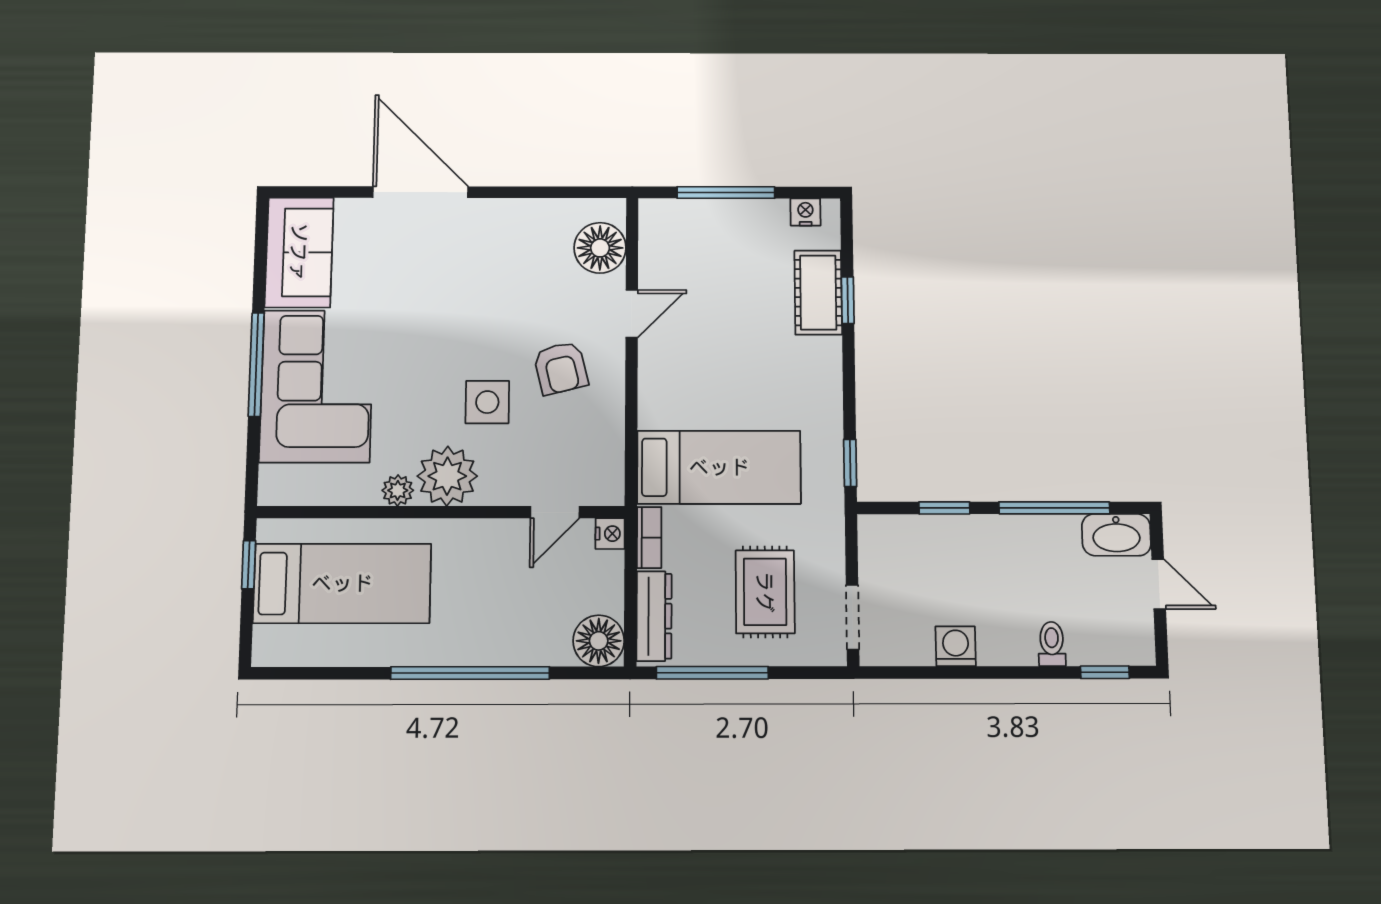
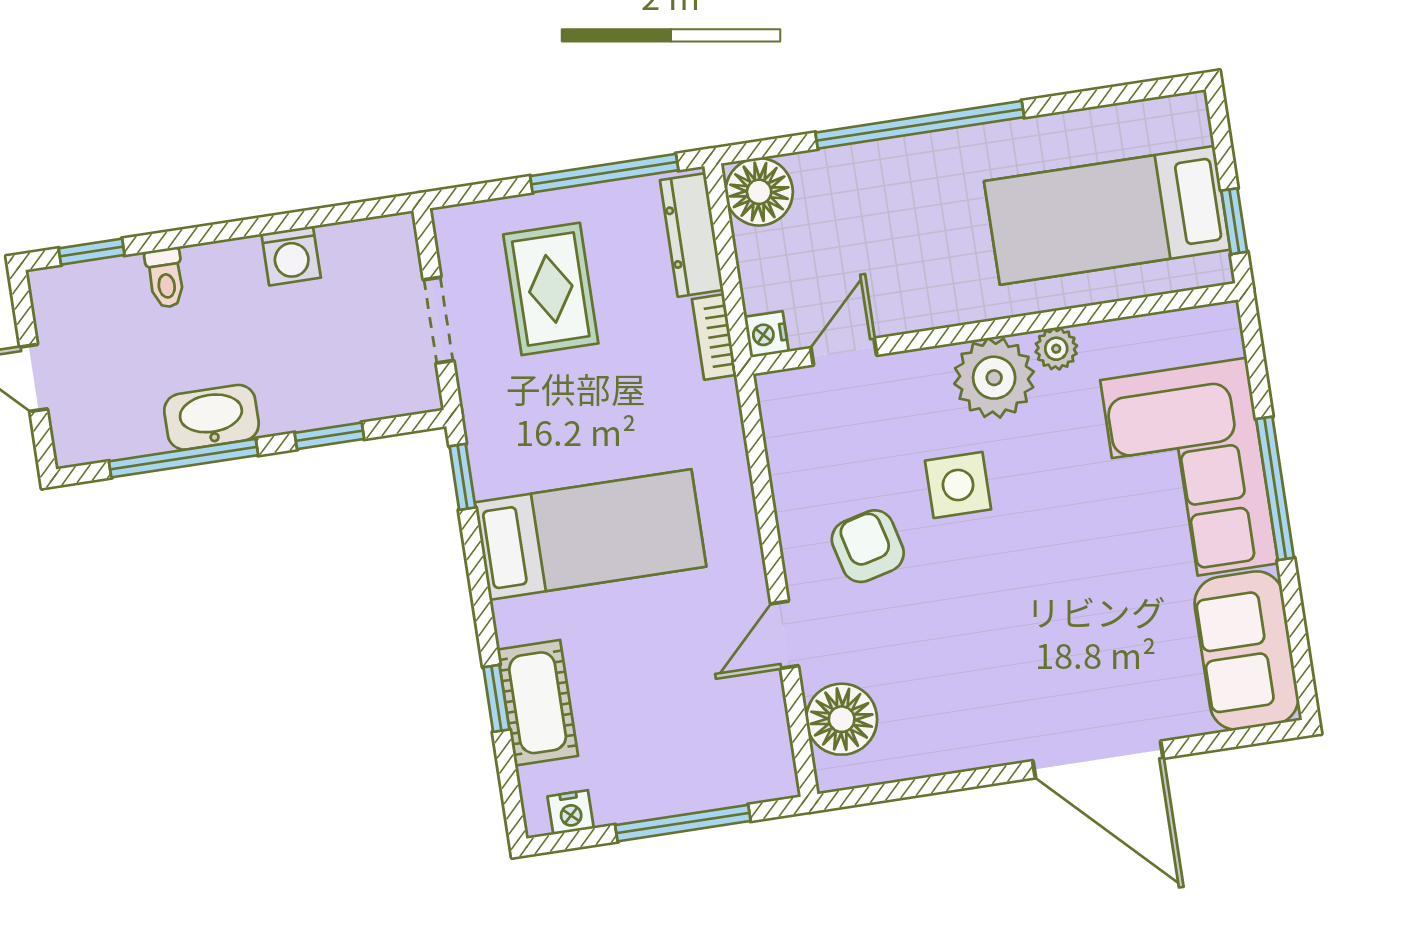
bed: (719, 467) -> (590, 535), moved, turned 180
washbasin: (1116, 535) -> (211, 417), moved
doorway: (853, 617) -> (438, 320), moved

